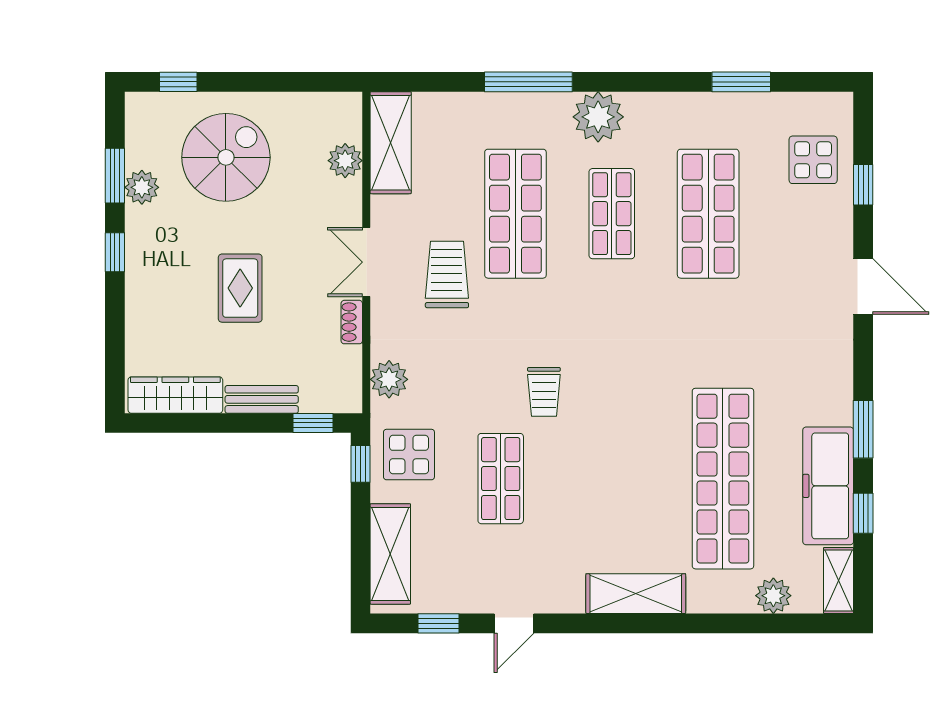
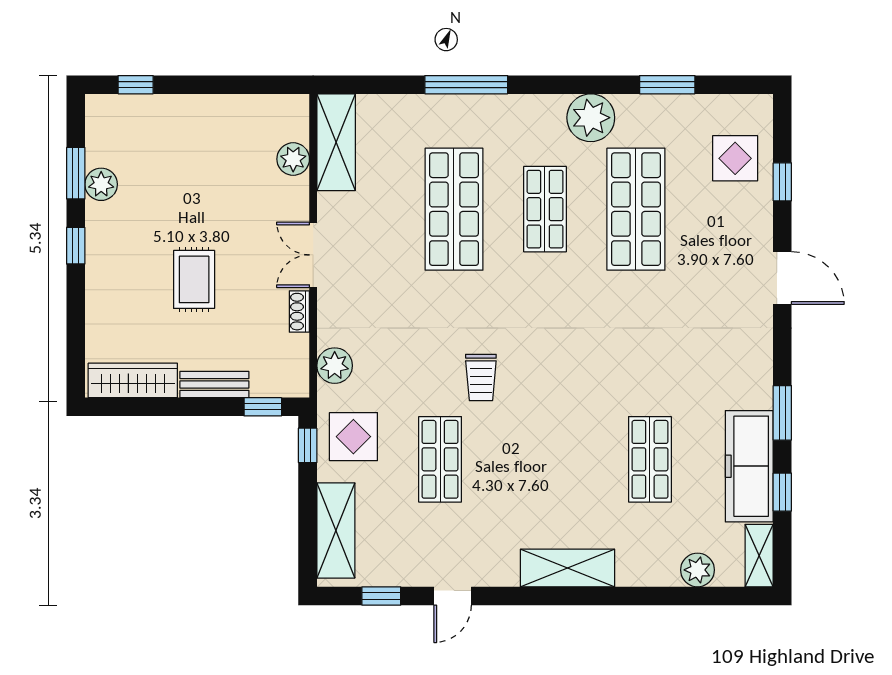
plant: (598, 117) -> (591, 118), moved
spiral stairs: (226, 157) -> (181, 156), removed
trolley: (447, 275) -> (389, 267), removed
shop shelf: (723, 479) -> (650, 459), width x0.50, depth x0.74

